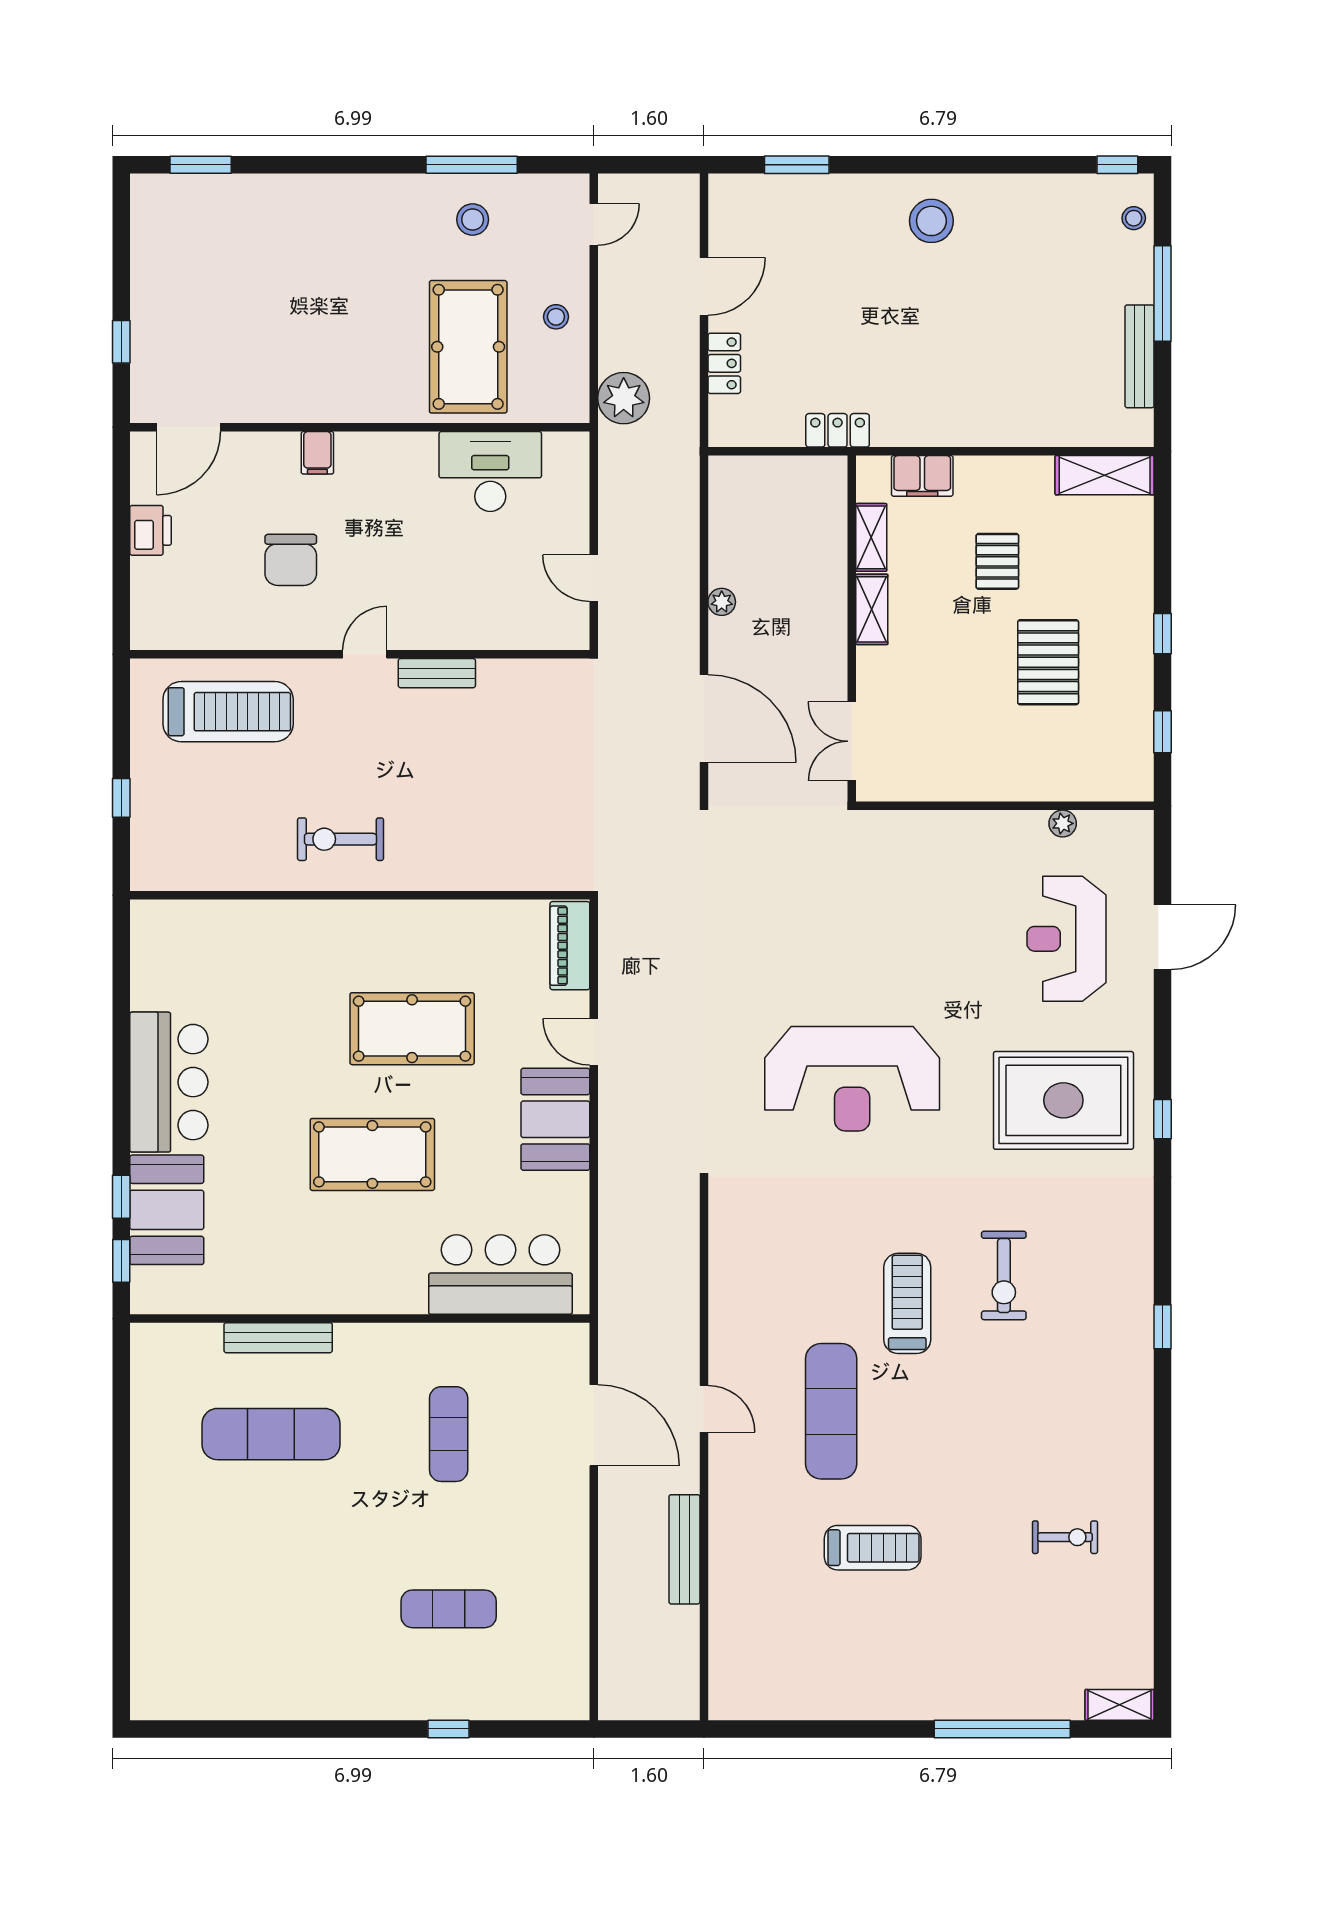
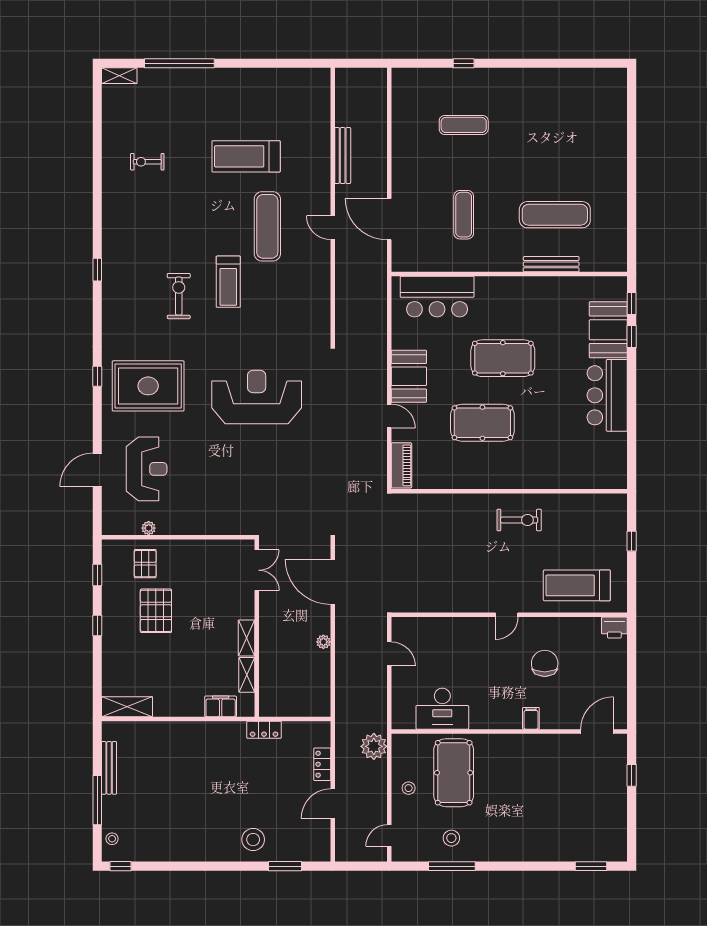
stool: (931, 221) -> (253, 840), moved
printer: (151, 530) -> (614, 628), moved, turned -90
pallet: (997, 561) -> (145, 564), moved
bench: (437, 673) -> (470, 605), removed
treadmill: (873, 1548) -> (246, 156), width x1.37, depth x1.38

